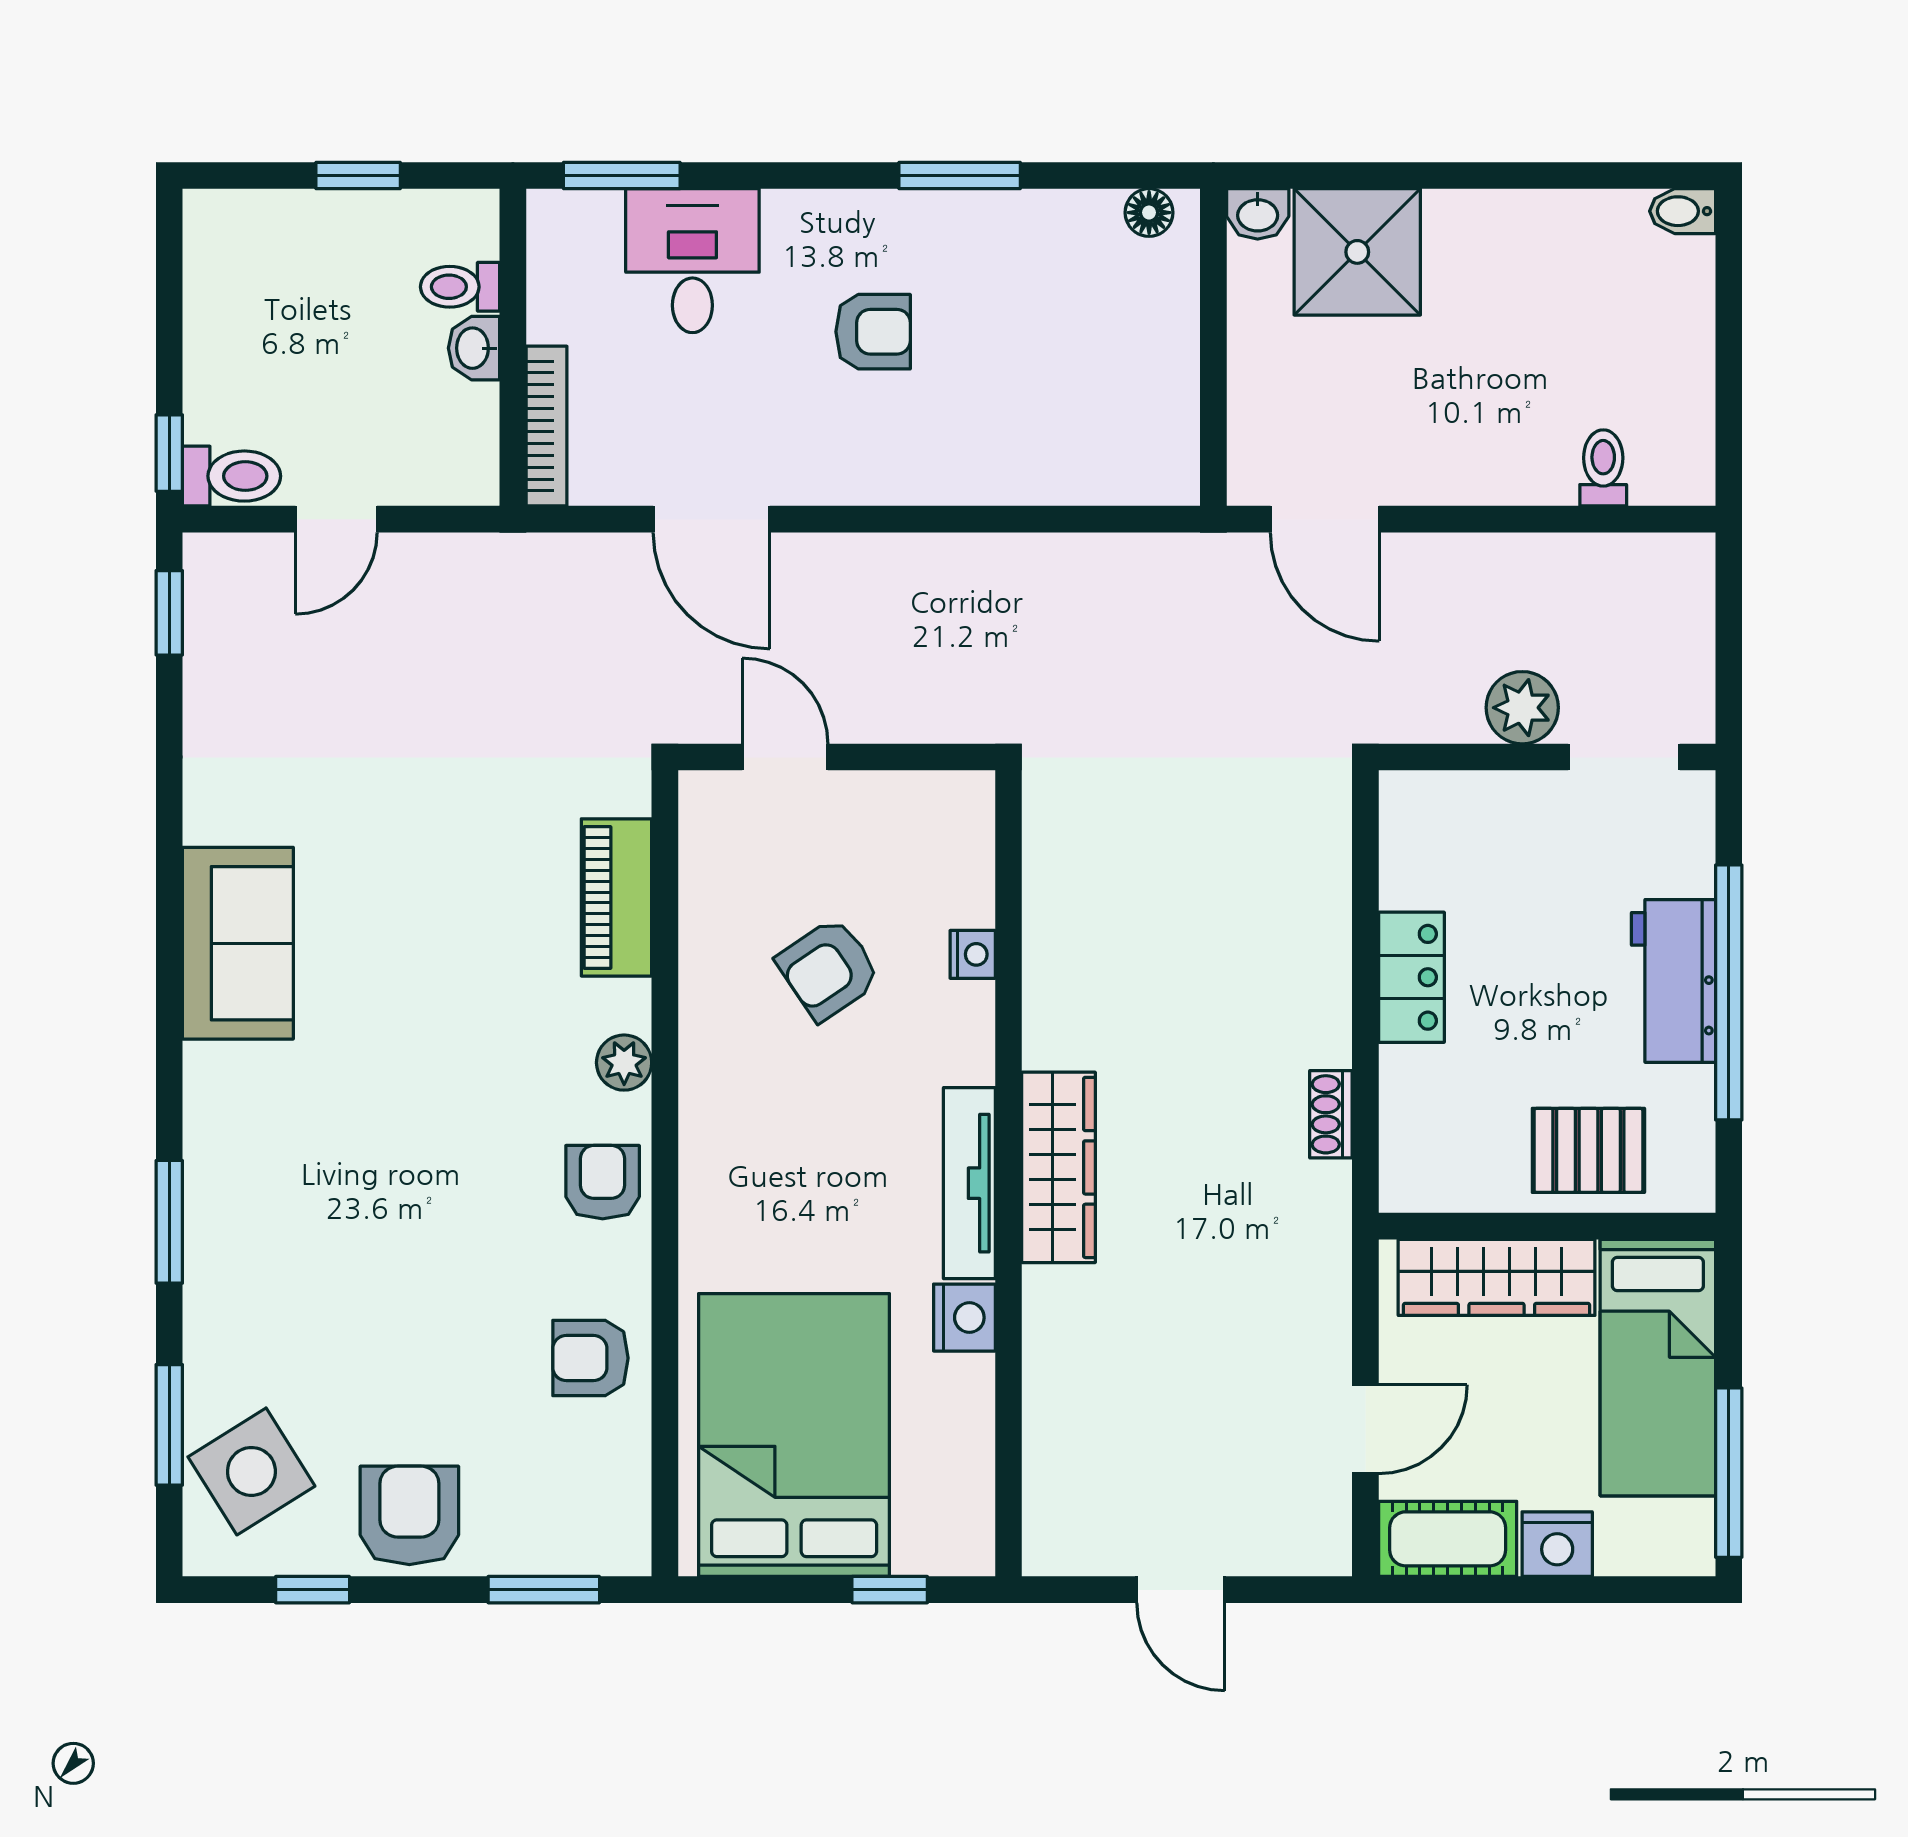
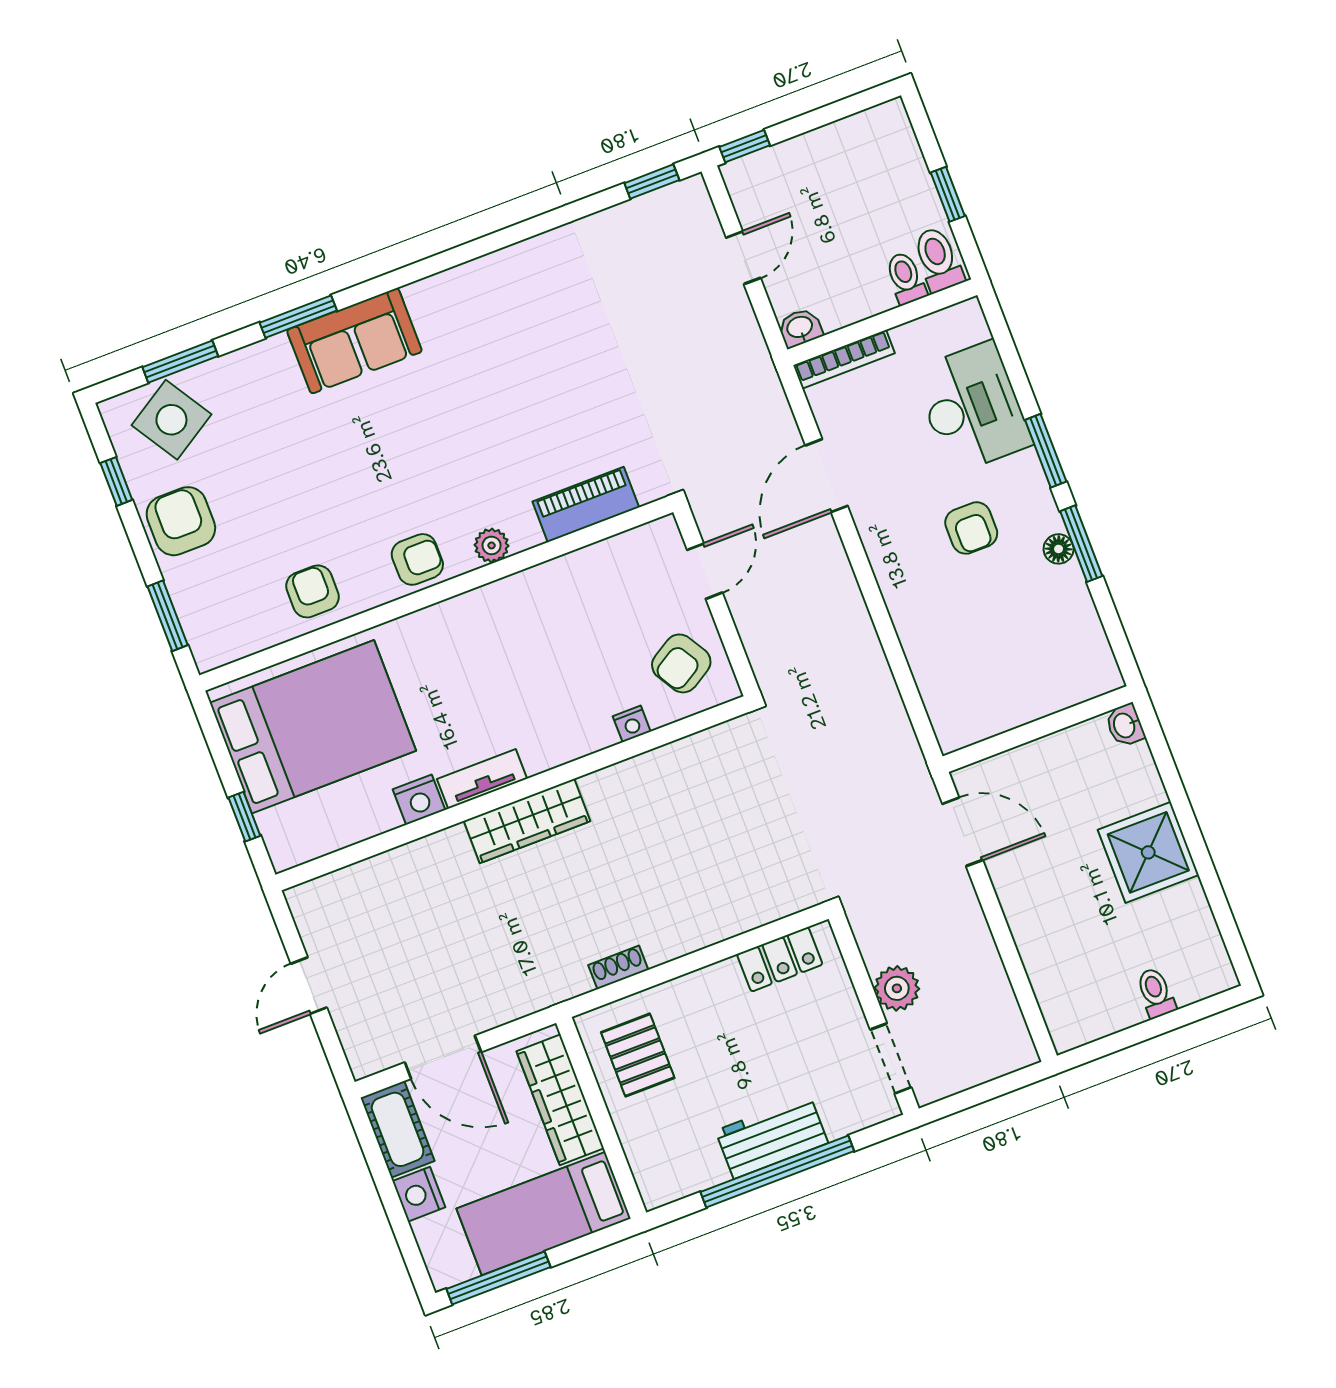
window: (622, 175) -> (1046, 451), moved
bidet: (1683, 211) -> (1221, 971), removed
floor lamp: (1149, 213) -> (1059, 549), moved
shower: (1357, 252) -> (1148, 852), moved
desk: (692, 261) -> (972, 407), width x1.37
washbasin: (474, 348) -> (800, 328), moved
toilet: (1603, 468) -> (1156, 993), moved, turned -90
toilet: (232, 476) -> (938, 259), moved, turned 180
door: (336, 519) -> (743, 258), swing flipped
door: (1325, 519) -> (963, 832), swing flipped
sofa: (238, 943) -> (354, 341), moved
armchair: (829, 969) -> (681, 663), moved, turned -87
locker: (1411, 977) -> (780, 959), moved
pallet: (1588, 1150) -> (638, 1055), moved
tv unit: (969, 1183) -> (482, 779), width x0.71
door: (1365, 1429) -> (443, 1057), width x1.38
armchair: (409, 1515) -> (181, 521), turned -90

